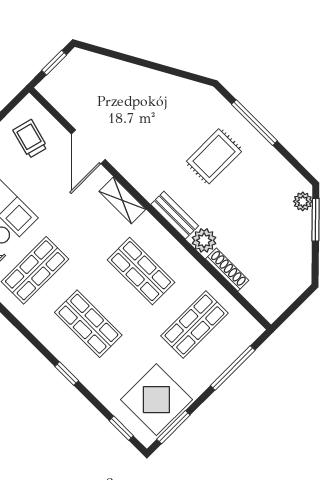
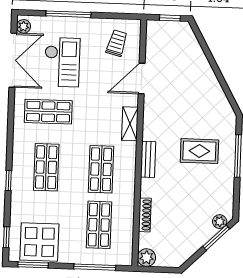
plant: (204, 240) -> (147, 258), moved
shop shelf: (194, 325) -> (99, 225), turned 90

